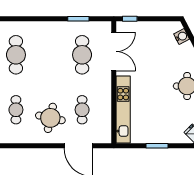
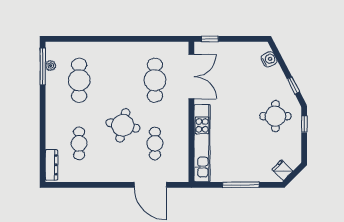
window: (78, 19) -> (151, 39), removed
round table: (50, 118) -> (123, 125), moved
window: (157, 146) -> (241, 185), width x1.44

